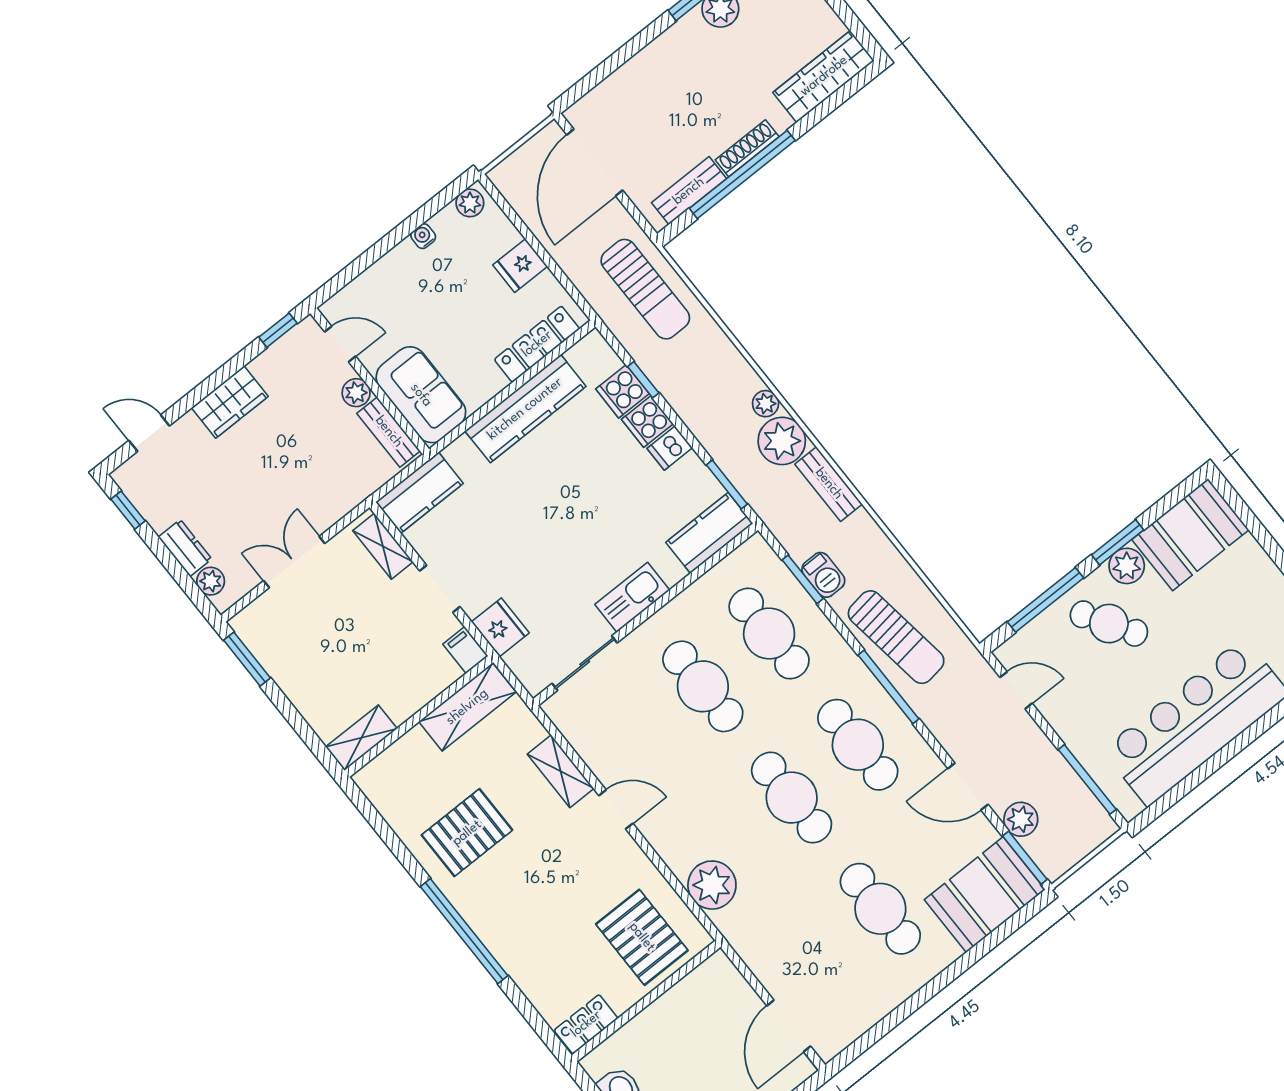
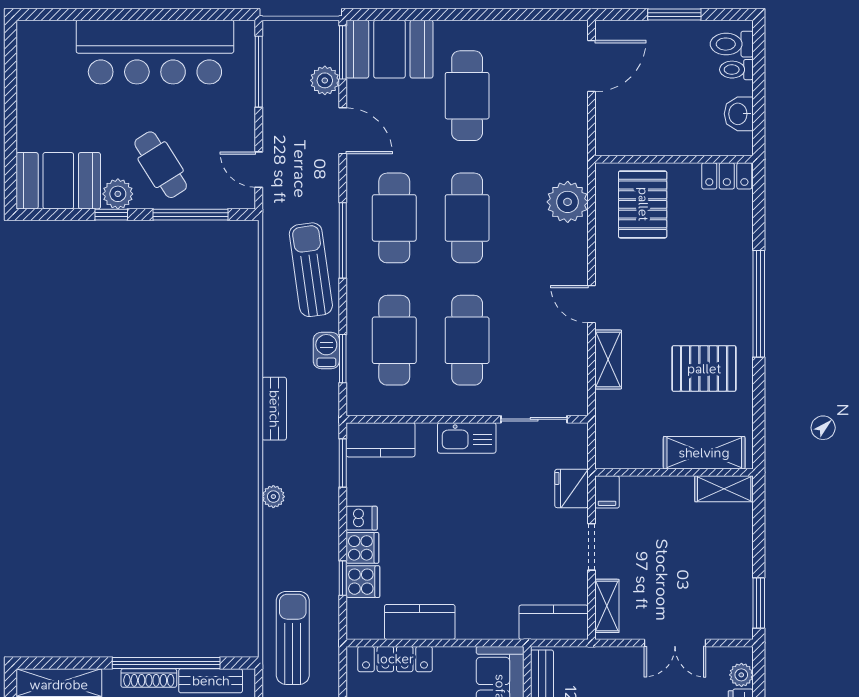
kitchen counter: (525, 409) -> (420, 622), width x0.67
plant: (782, 441) -> (282, 463), removed
window: (1118, 542) -> (111, 215), width x0.67
shelving: (467, 707) -> (704, 453), moved

